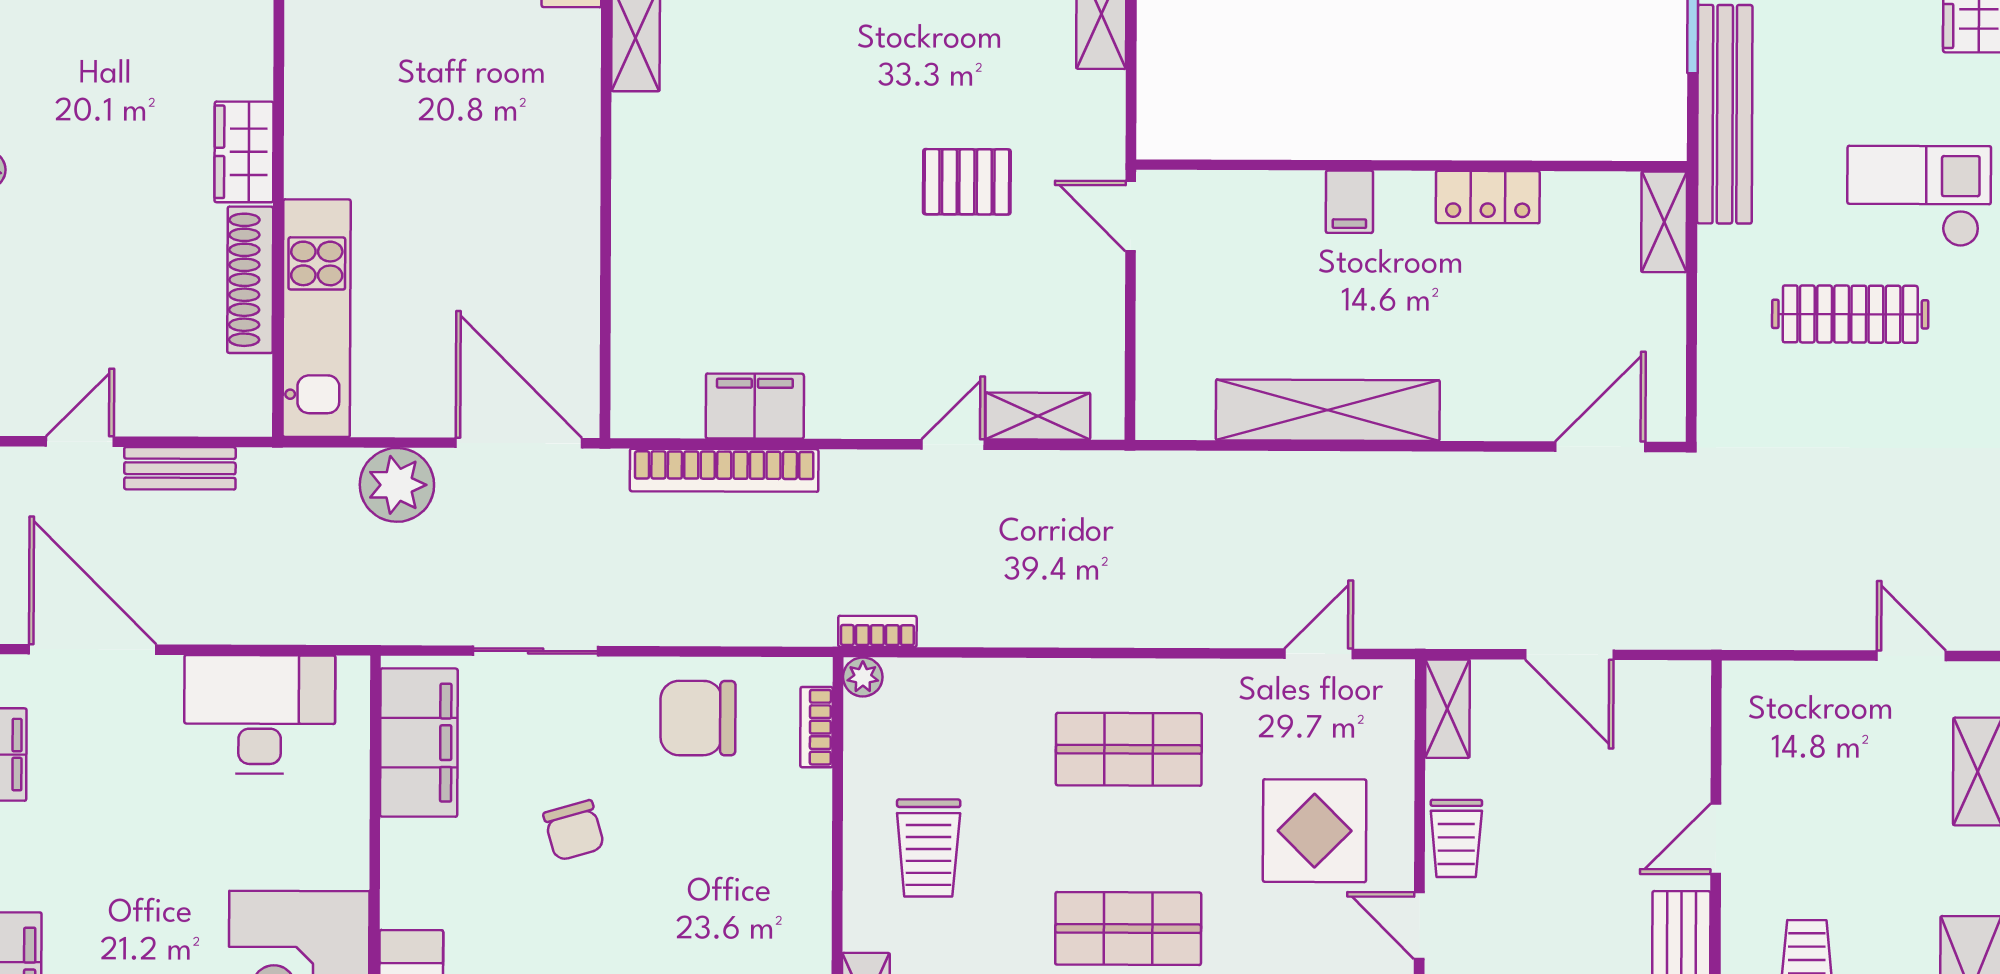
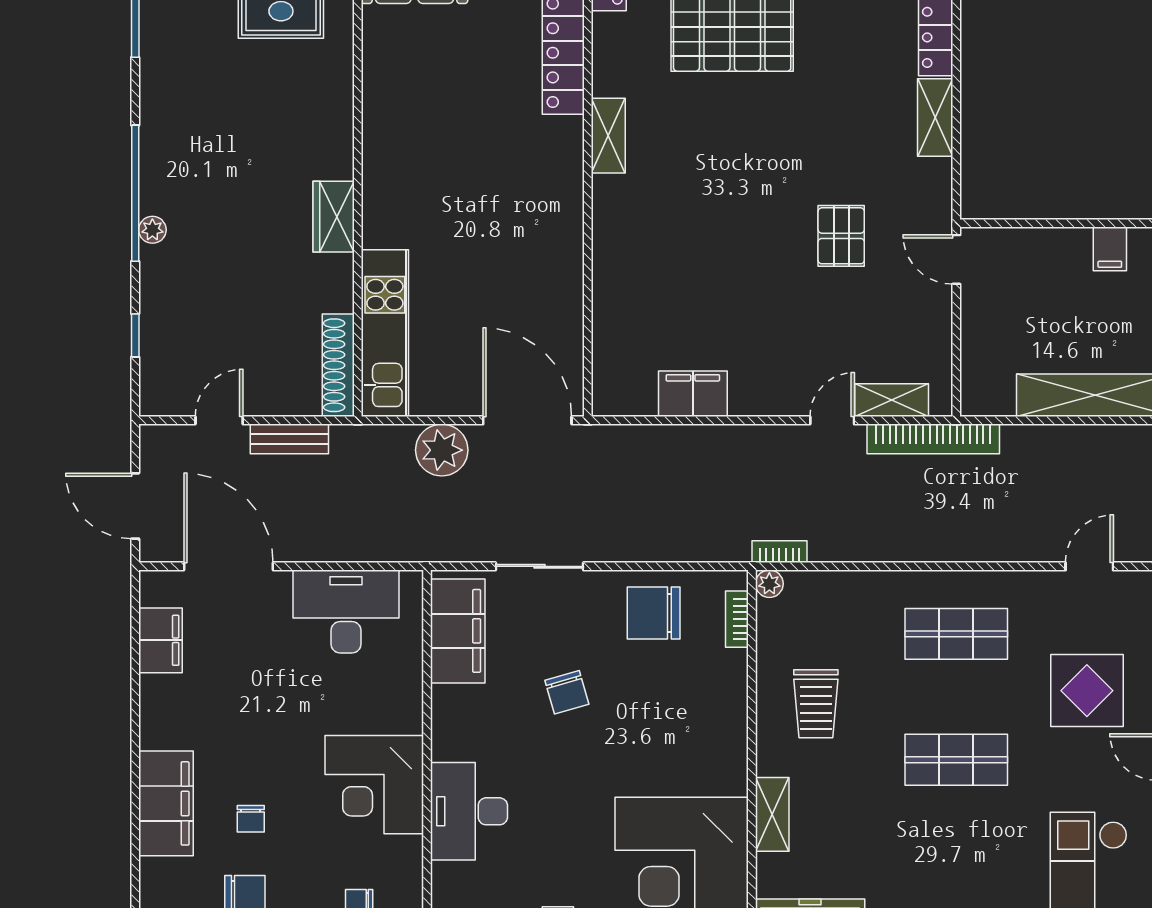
pallet: (967, 182) -> (841, 236), turned 90
shoe rack: (250, 280) -> (338, 365), moved
bookcase: (724, 470) -> (933, 439), moved

